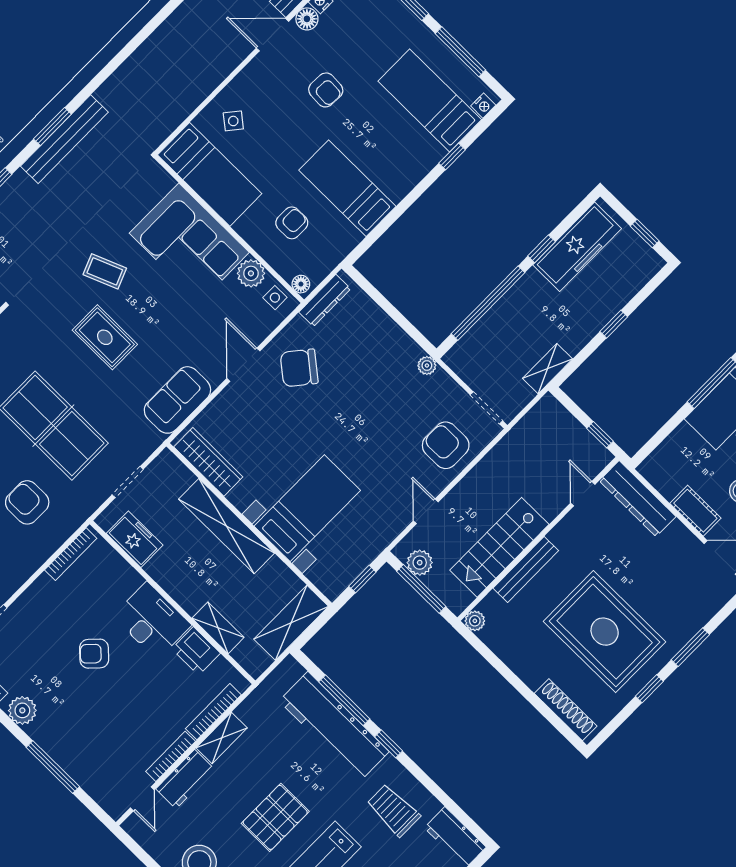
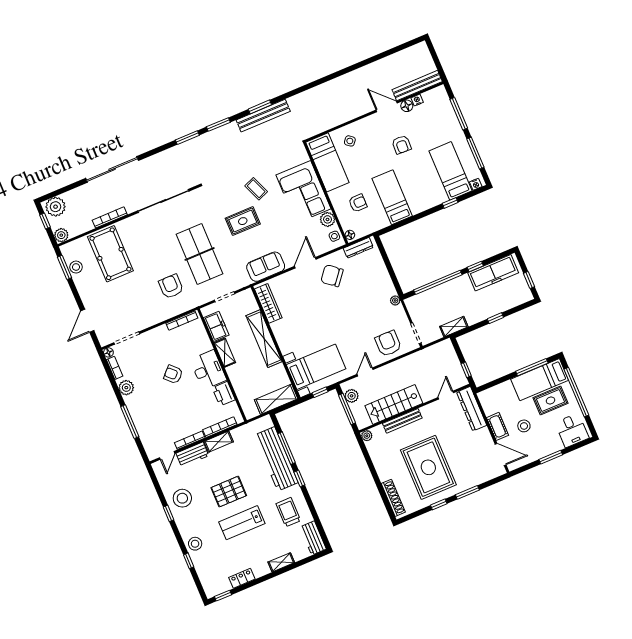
rug: (105, 337) -> (243, 221), turned 90
bed with nightstands: (307, 508) -> (316, 367), moved
shelving: (218, 628) -> (225, 353), moved

